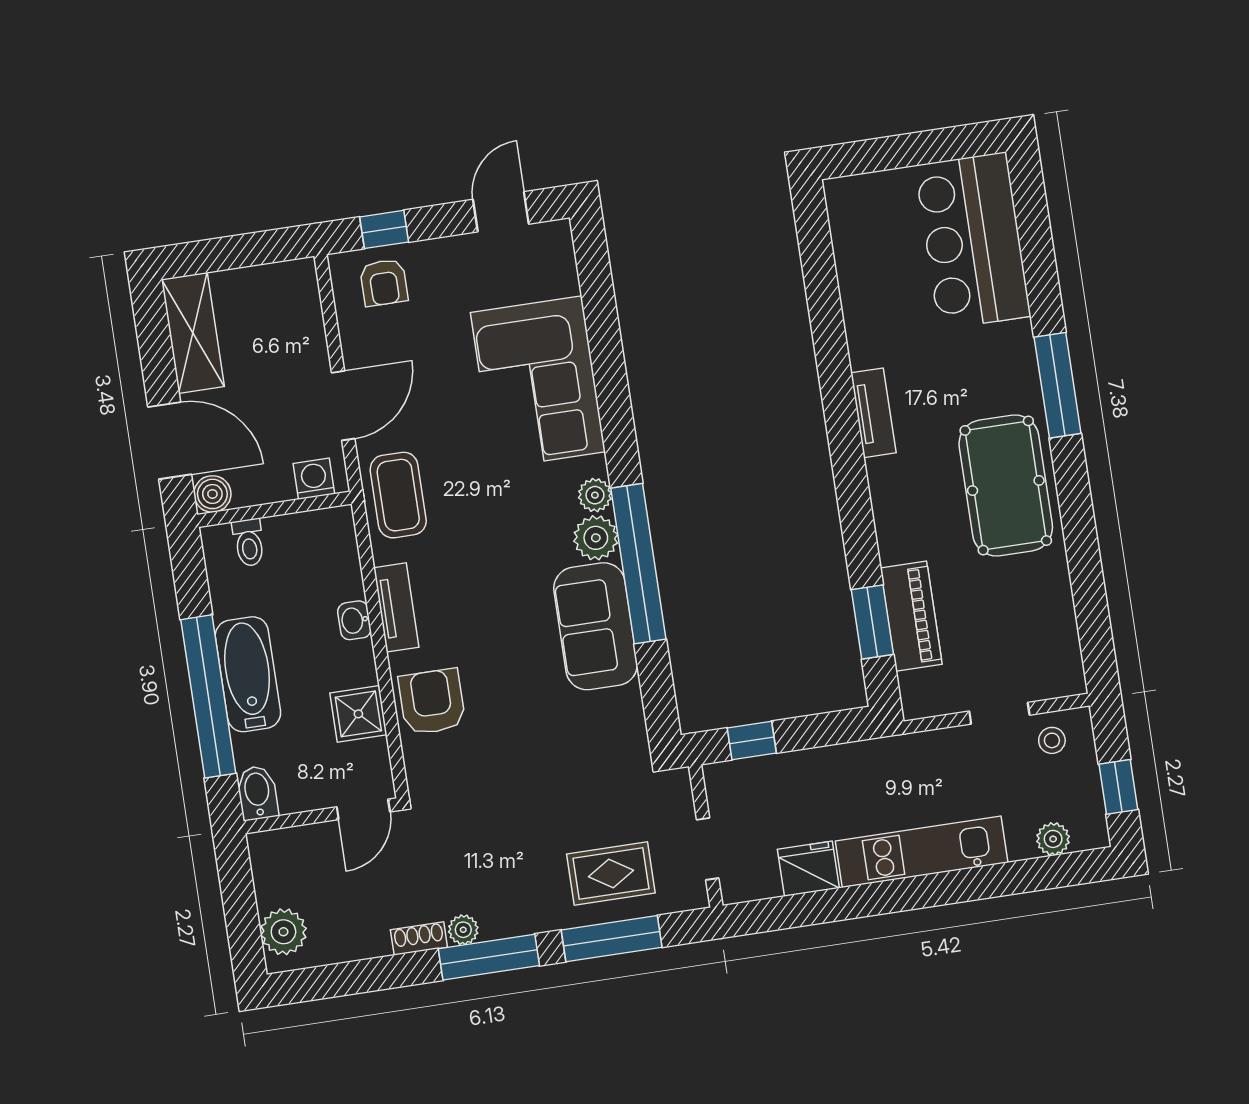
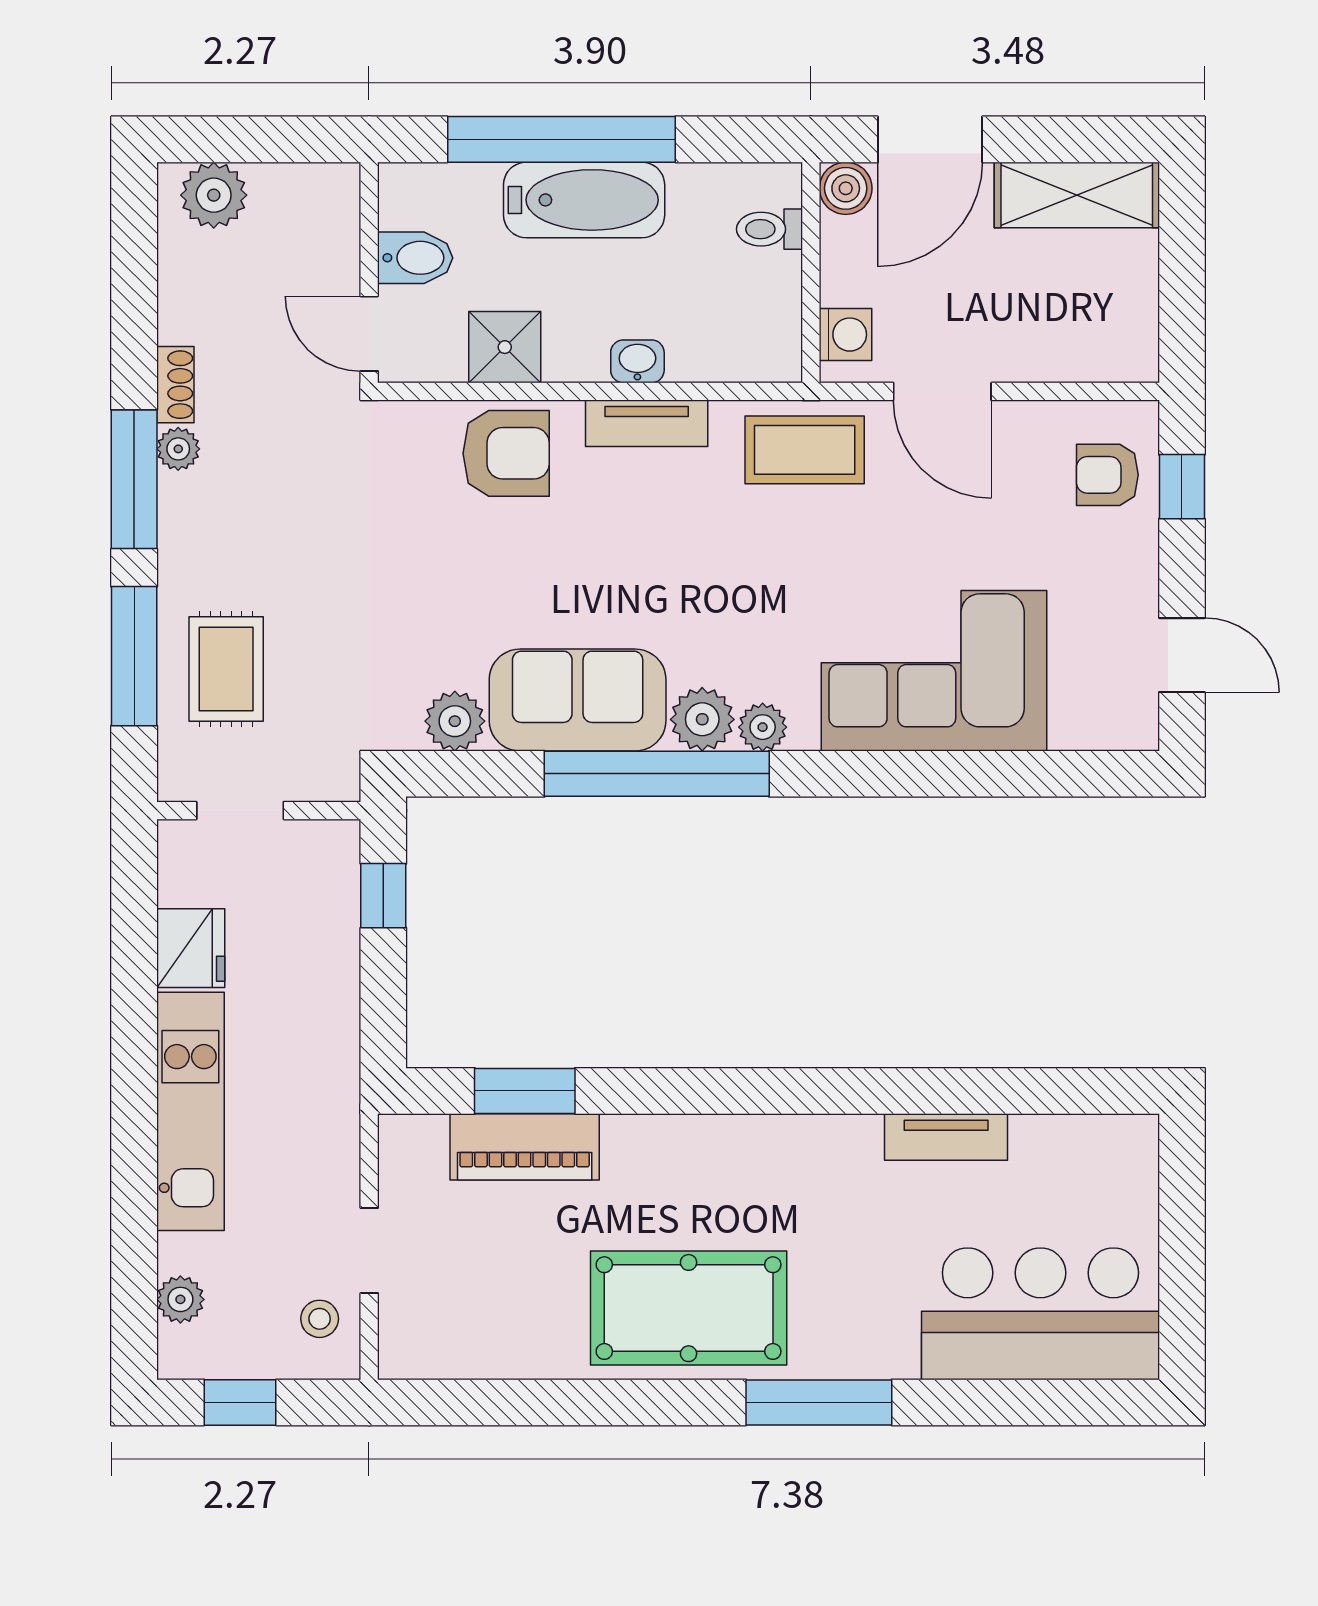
tv unit: (873, 413) -> (946, 1137), moved
plant: (623, 709) -> (455, 721), added
bidet: (257, 793) -> (415, 258), moved

